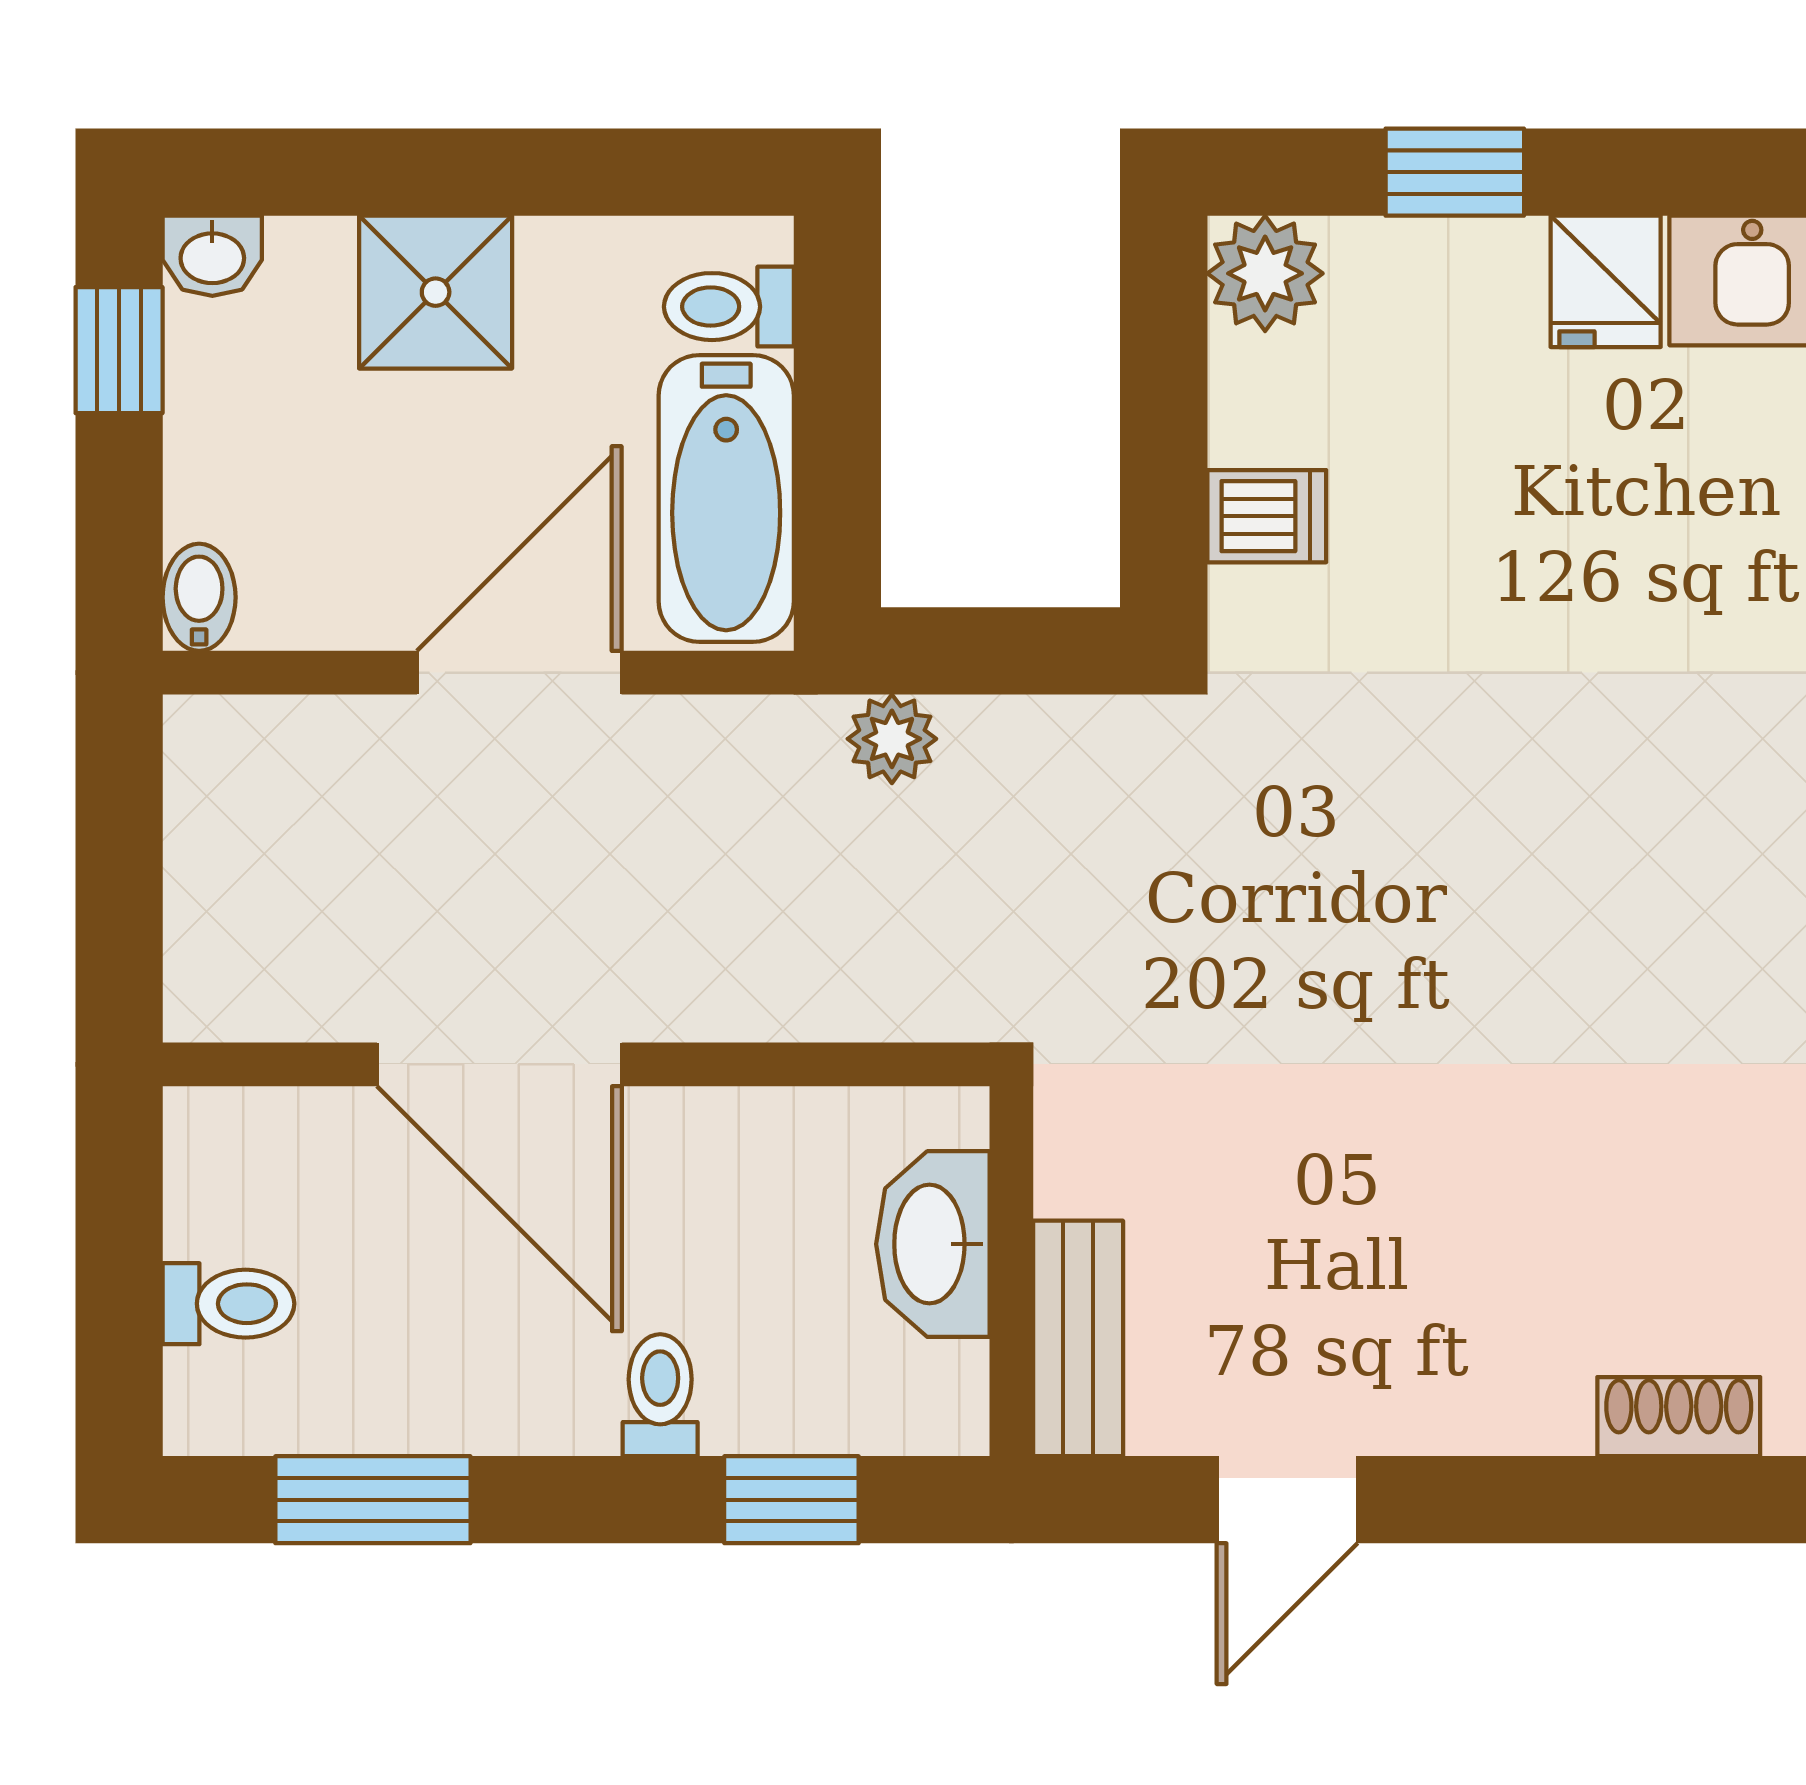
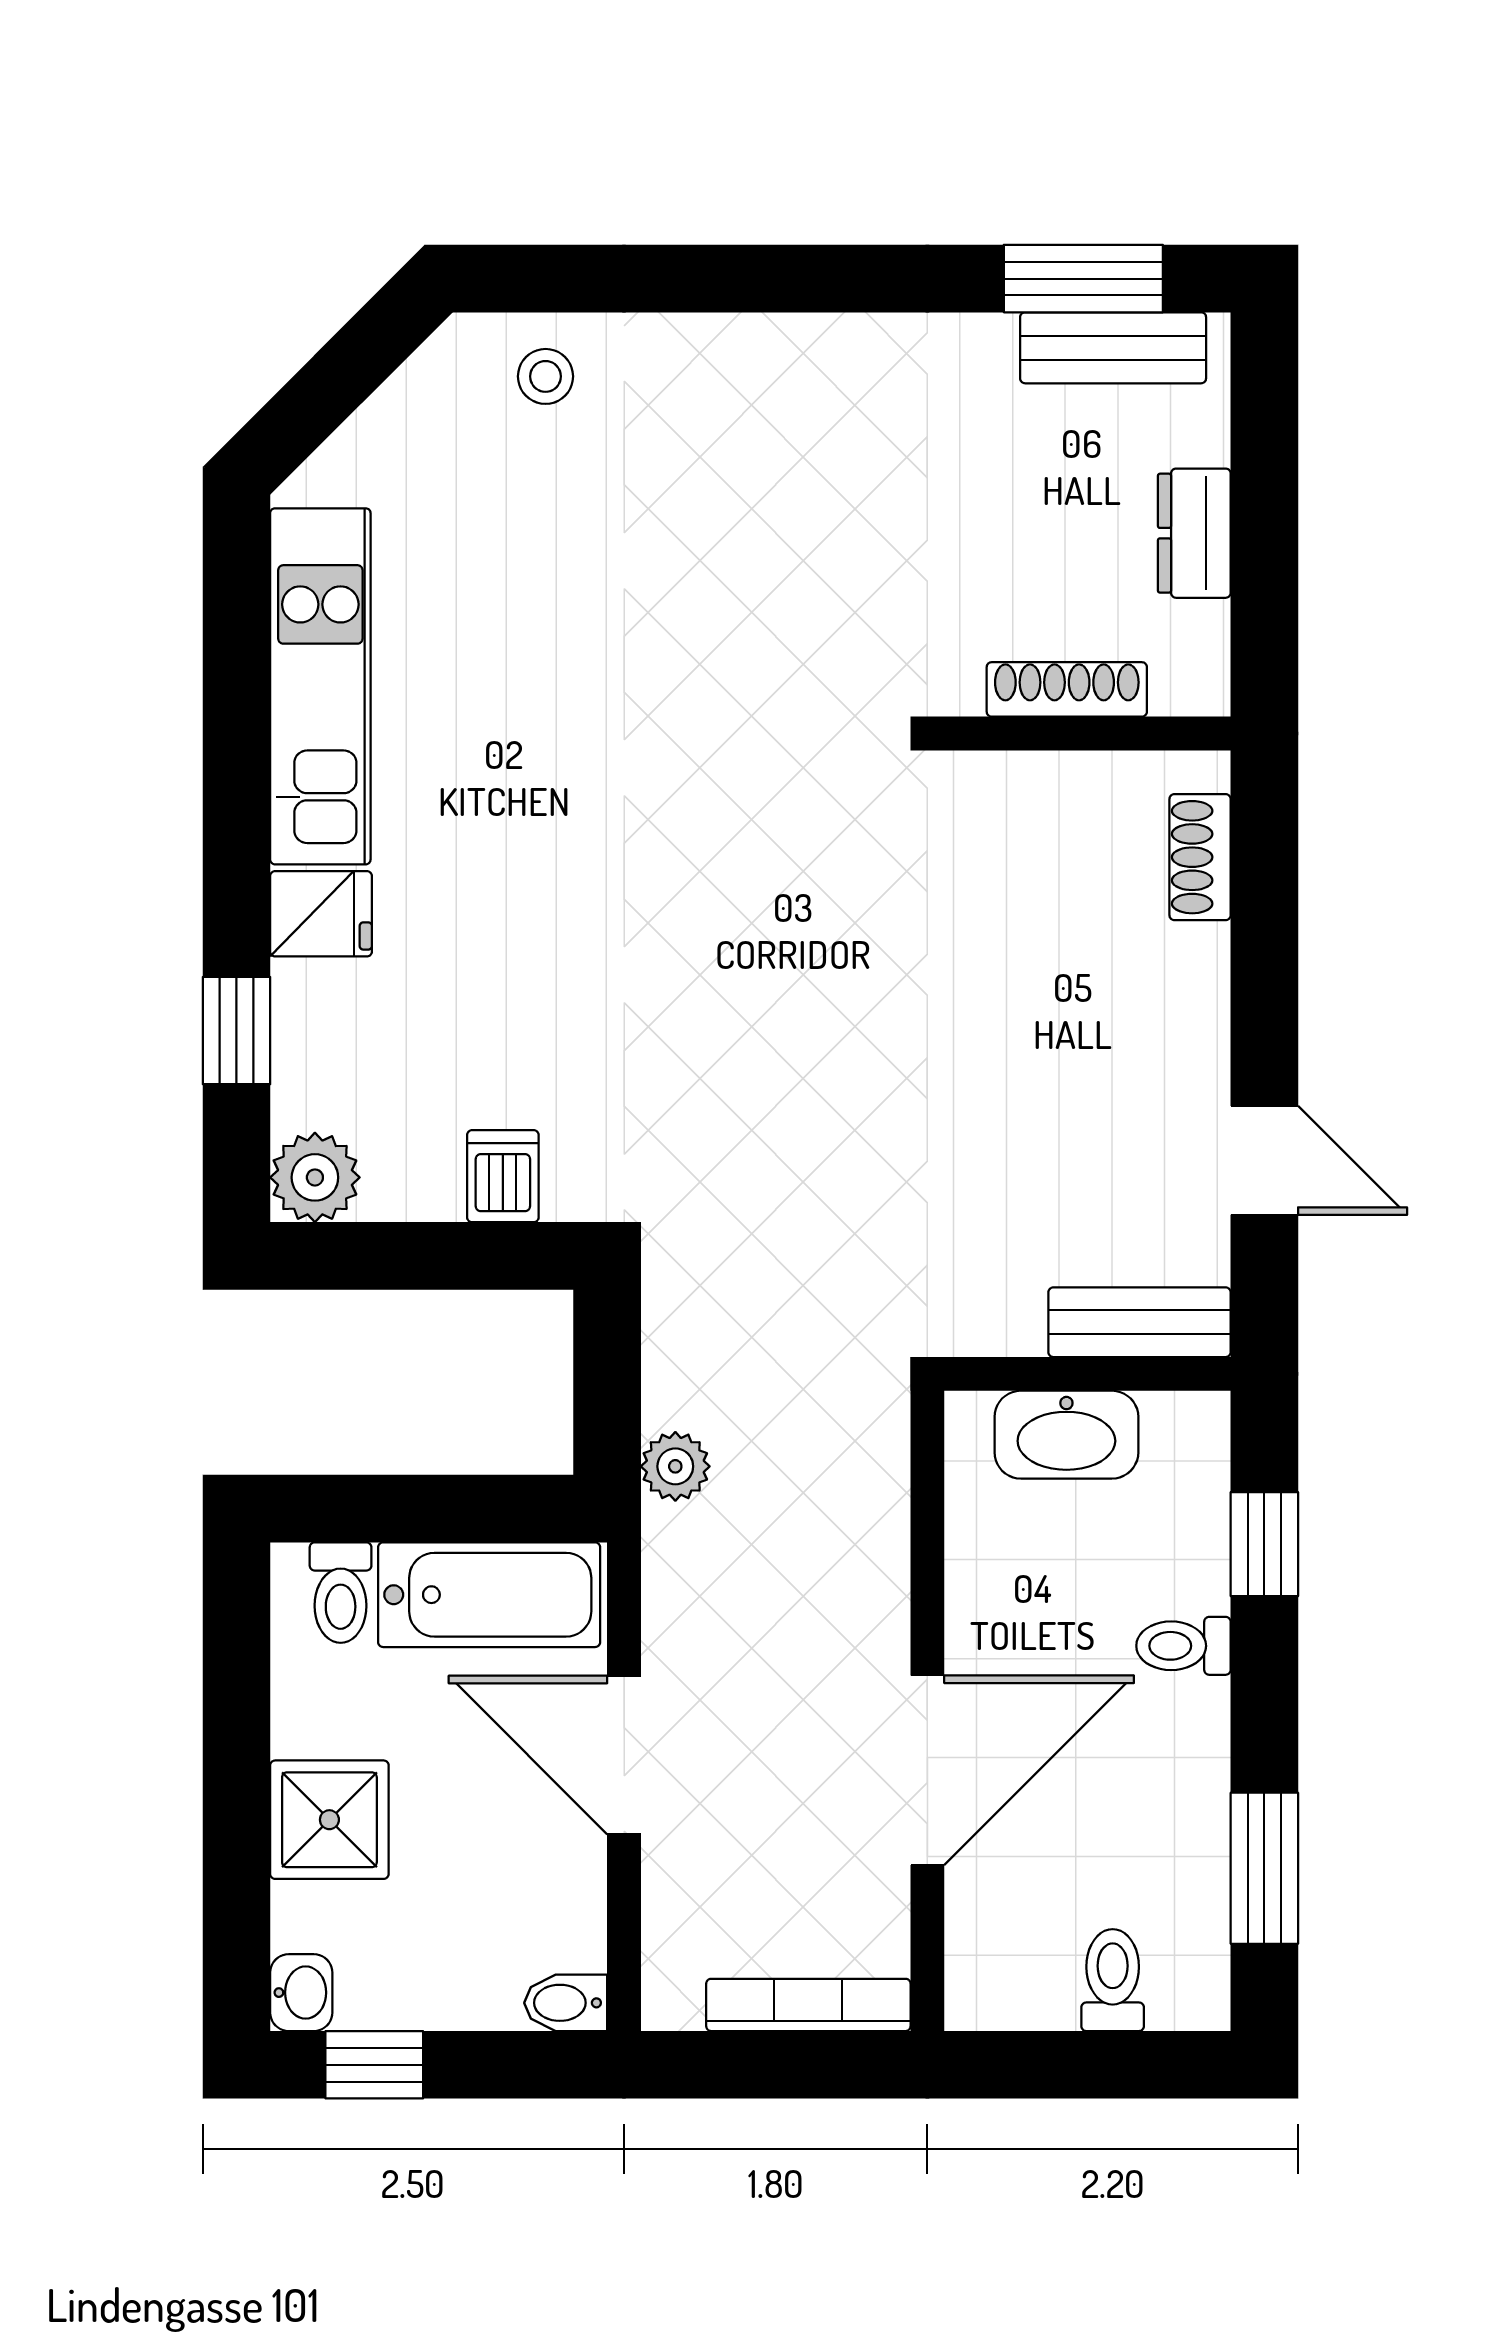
bookcase: (196, 911) -> (808, 2005), added

